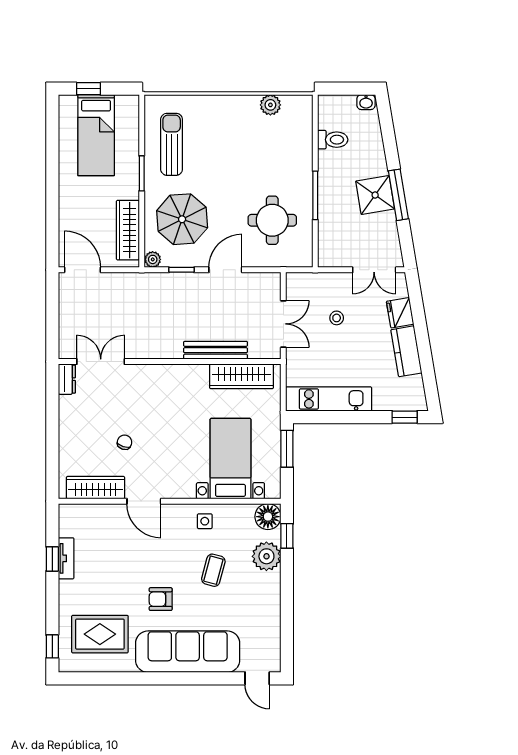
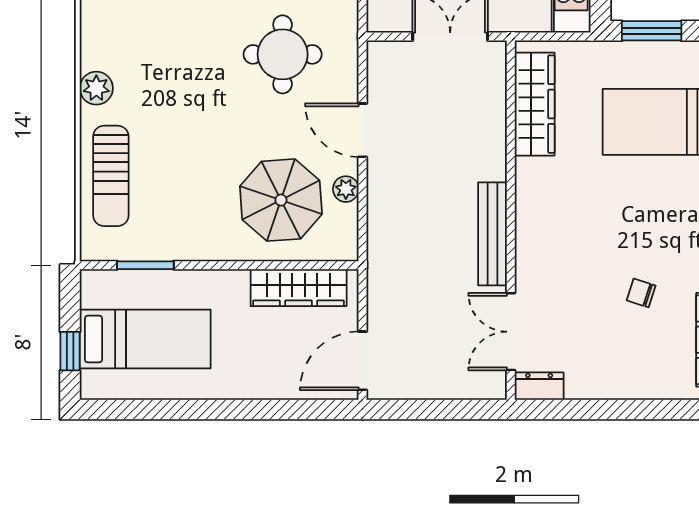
plant: (270, 105) -> (96, 88), moved
sun lounger: (172, 144) -> (111, 176), moved, turned -90
window: (142, 173) -> (145, 265), moved
plant: (153, 259) -> (346, 189), moved
window: (181, 270) -> (363, 201), removed
bench: (216, 350) -> (492, 234), moved

